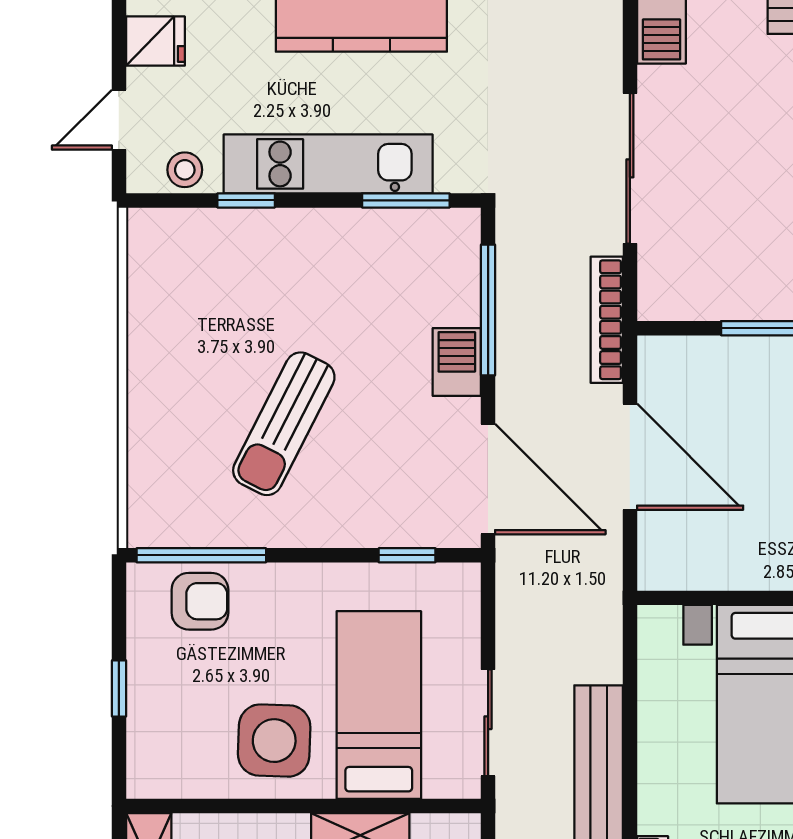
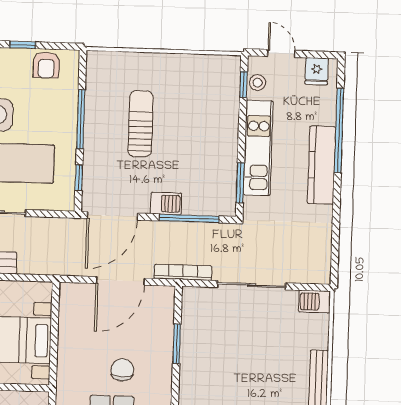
window: (246, 200) -> (244, 85), moved
sun lounger: (284, 424) -> (141, 124), turned 63
window: (201, 555) -> (81, 119), moved
armchair: (200, 601) -> (46, 65), moved

